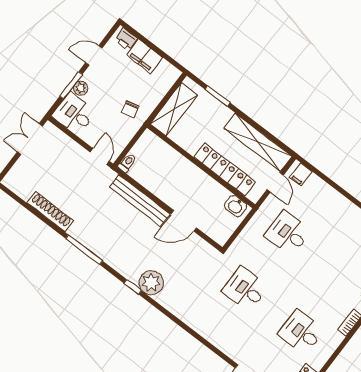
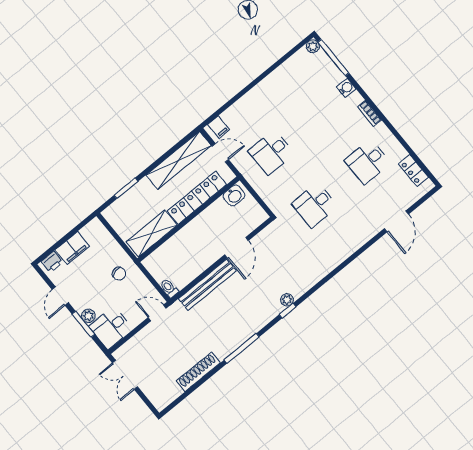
shelving: (174, 109) -> (152, 233), moved, turned 90
plant: (151, 283) -> (287, 300), width x0.53, depth x0.53

